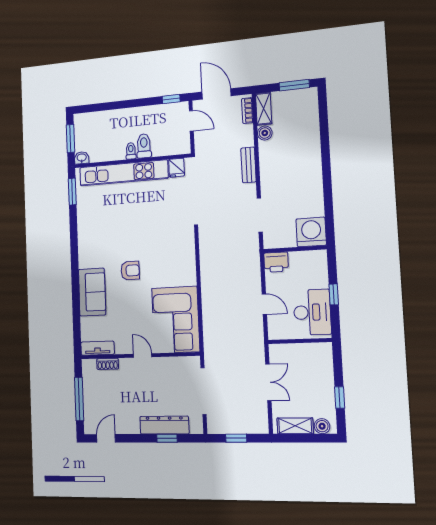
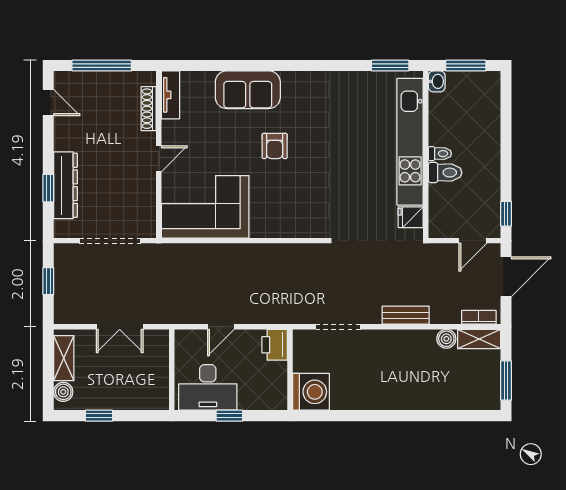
shoe rack: (108, 364) -> (149, 109), width x1.43

